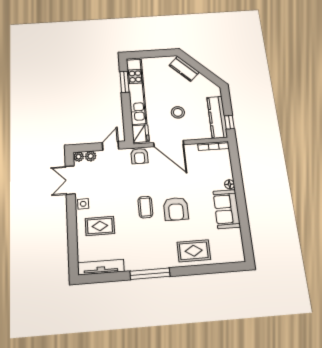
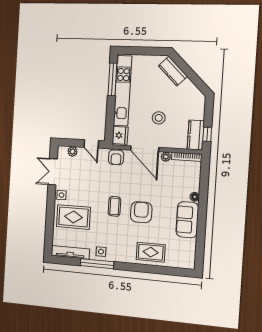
window: (124, 82) -> (112, 79), width x1.44
kitchen counter: (217, 117) -> (196, 135), width x0.67
door: (110, 146) -> (91, 144), swing flipped
plant: (79, 157) -> (166, 157), moved
armchair: (176, 209) -> (141, 212), turned 180
rug: (100, 226) -> (73, 217), width x1.36, depth x1.43
side table: (137, 260) -> (101, 252), added
window: (150, 274) -> (97, 264), moved

